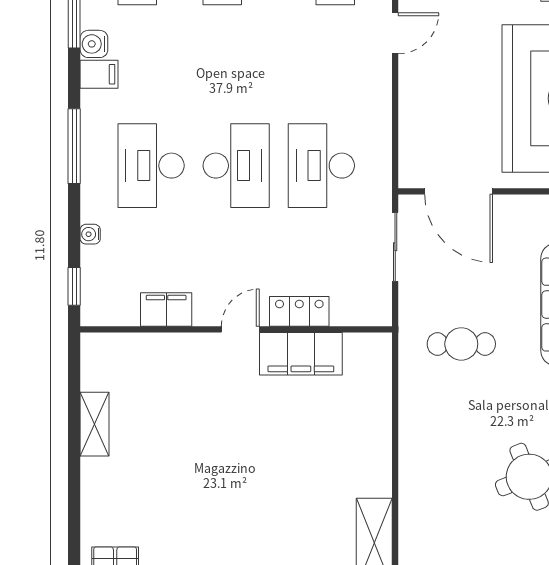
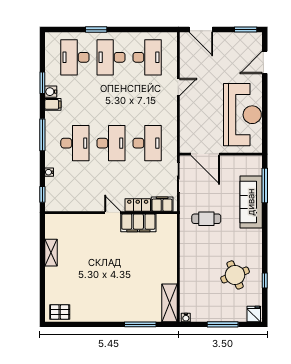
desk: (151, 166) -> (75, 143), turned 180
desk: (321, 166) -> (147, 143), turned 180
filing cabinet: (166, 309) -> (162, 204), moved
door: (240, 329) -> (113, 213), hinge flipped

